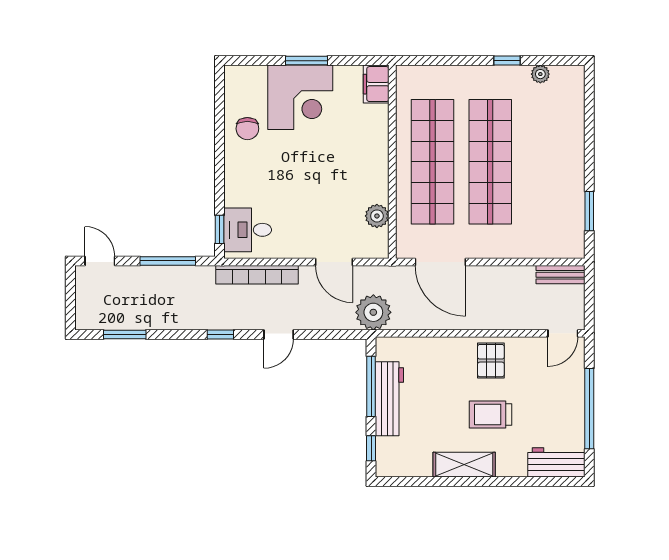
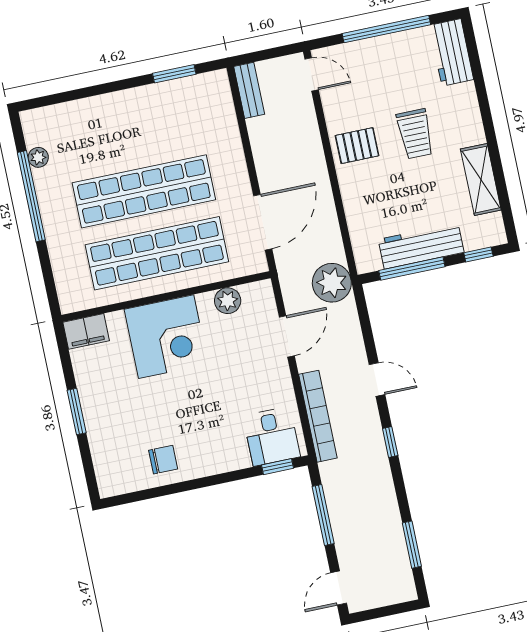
window: (507, 61) -> (31, 196), width x3.17
corner desk: (300, 97) -> (166, 337), moved, turned 90
shelving: (464, 465) -> (481, 180), moved

